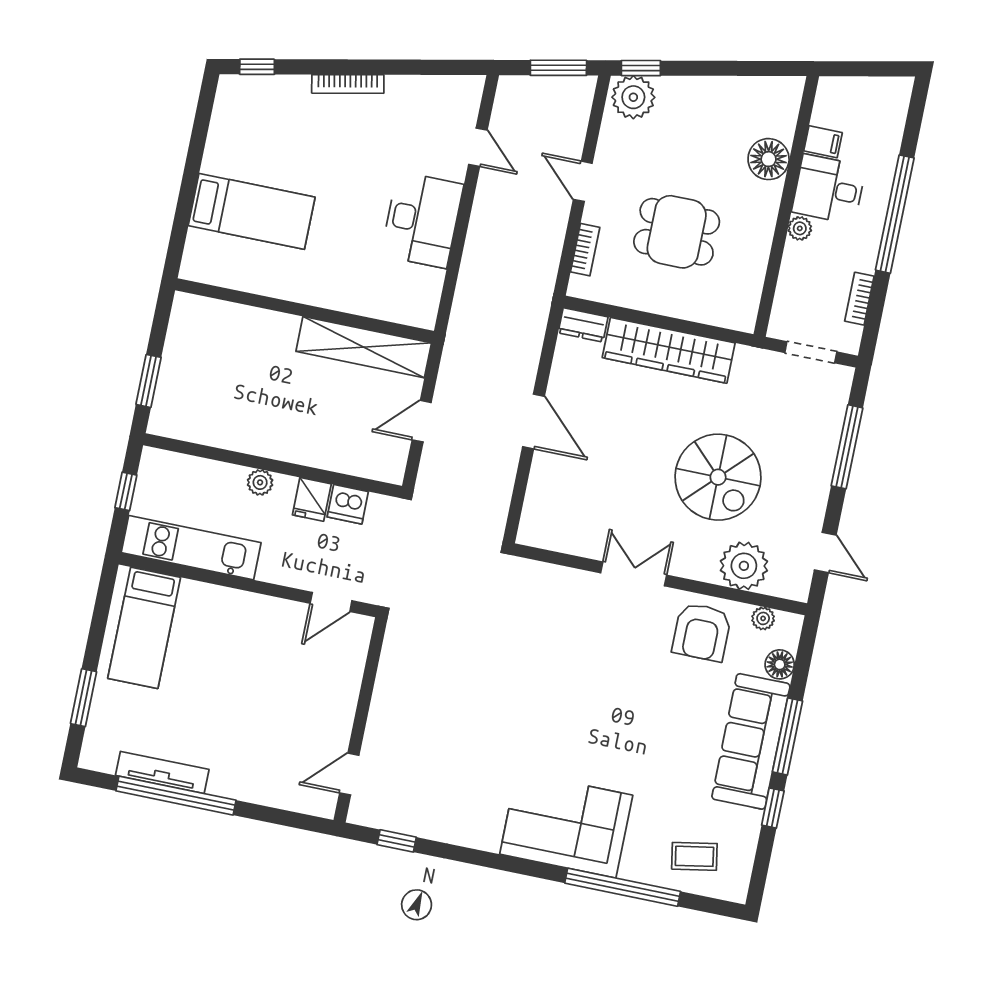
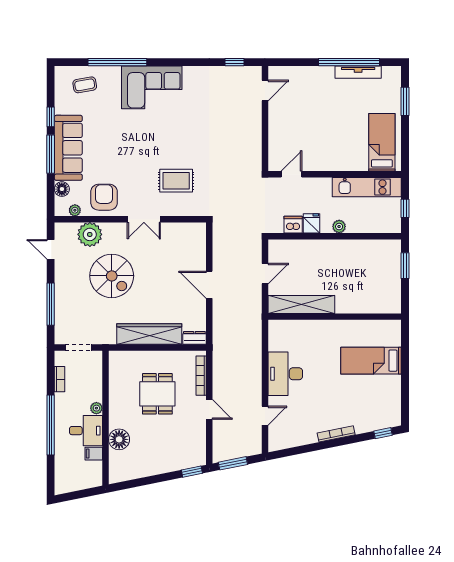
plant: (633, 97) -> (193, 456), removed
door: (478, 147) -> (265, 416), swing flipped
dining table: (677, 232) -> (157, 394), turned 90
bookcase: (585, 250) -> (201, 376), width x1.56
spiral stairs: (718, 477) -> (112, 276), turned 180
rug: (556, 635) -> (176, 181), added

